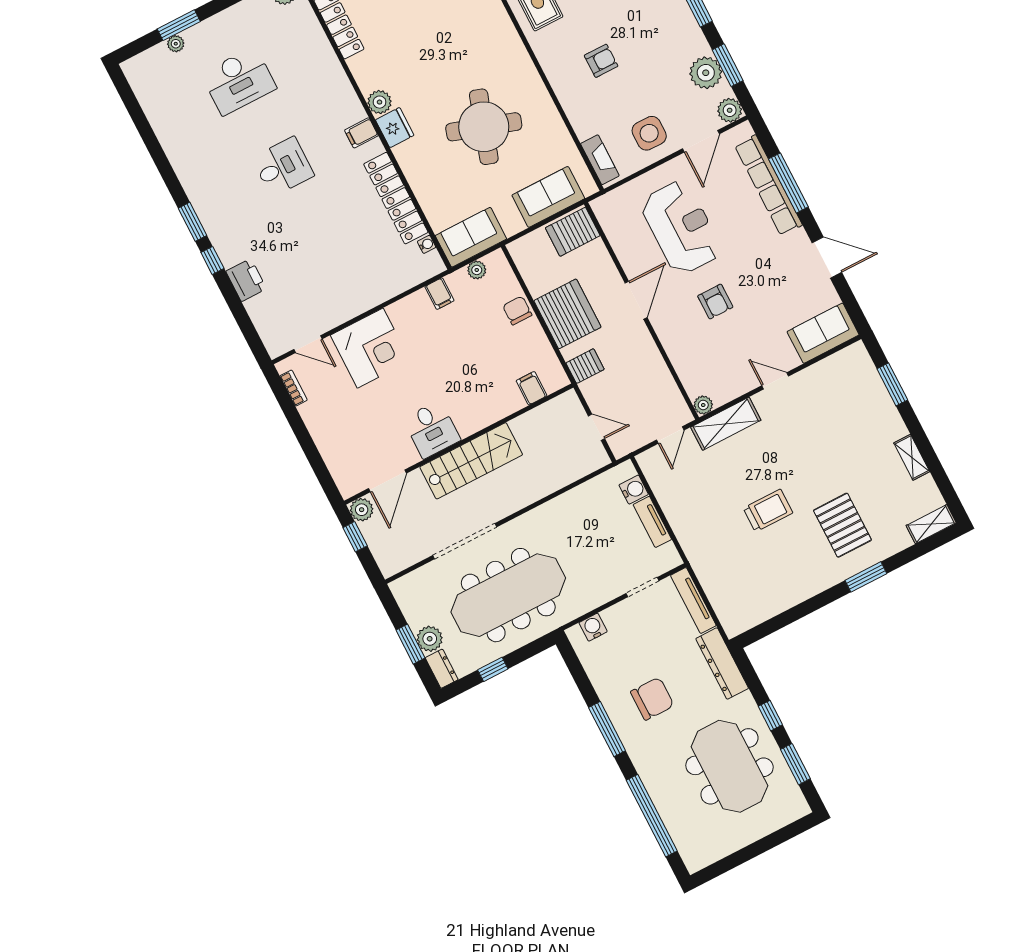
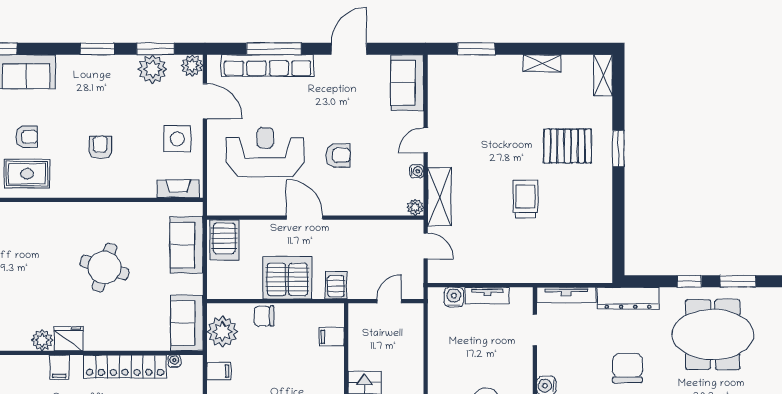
round table: (484, 127) -> (105, 267), width x0.73, depth x0.73
plant: (477, 270) -> (223, 332), width x1.88, depth x1.88
water cooler: (740, 388) -> (417, 171), added

